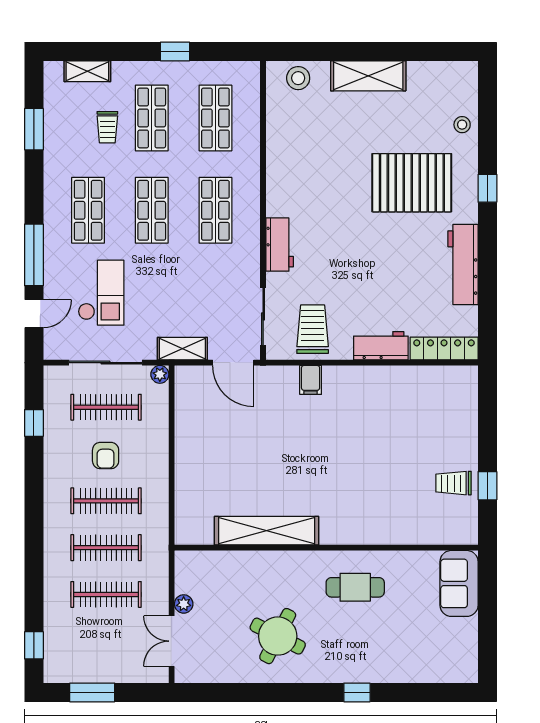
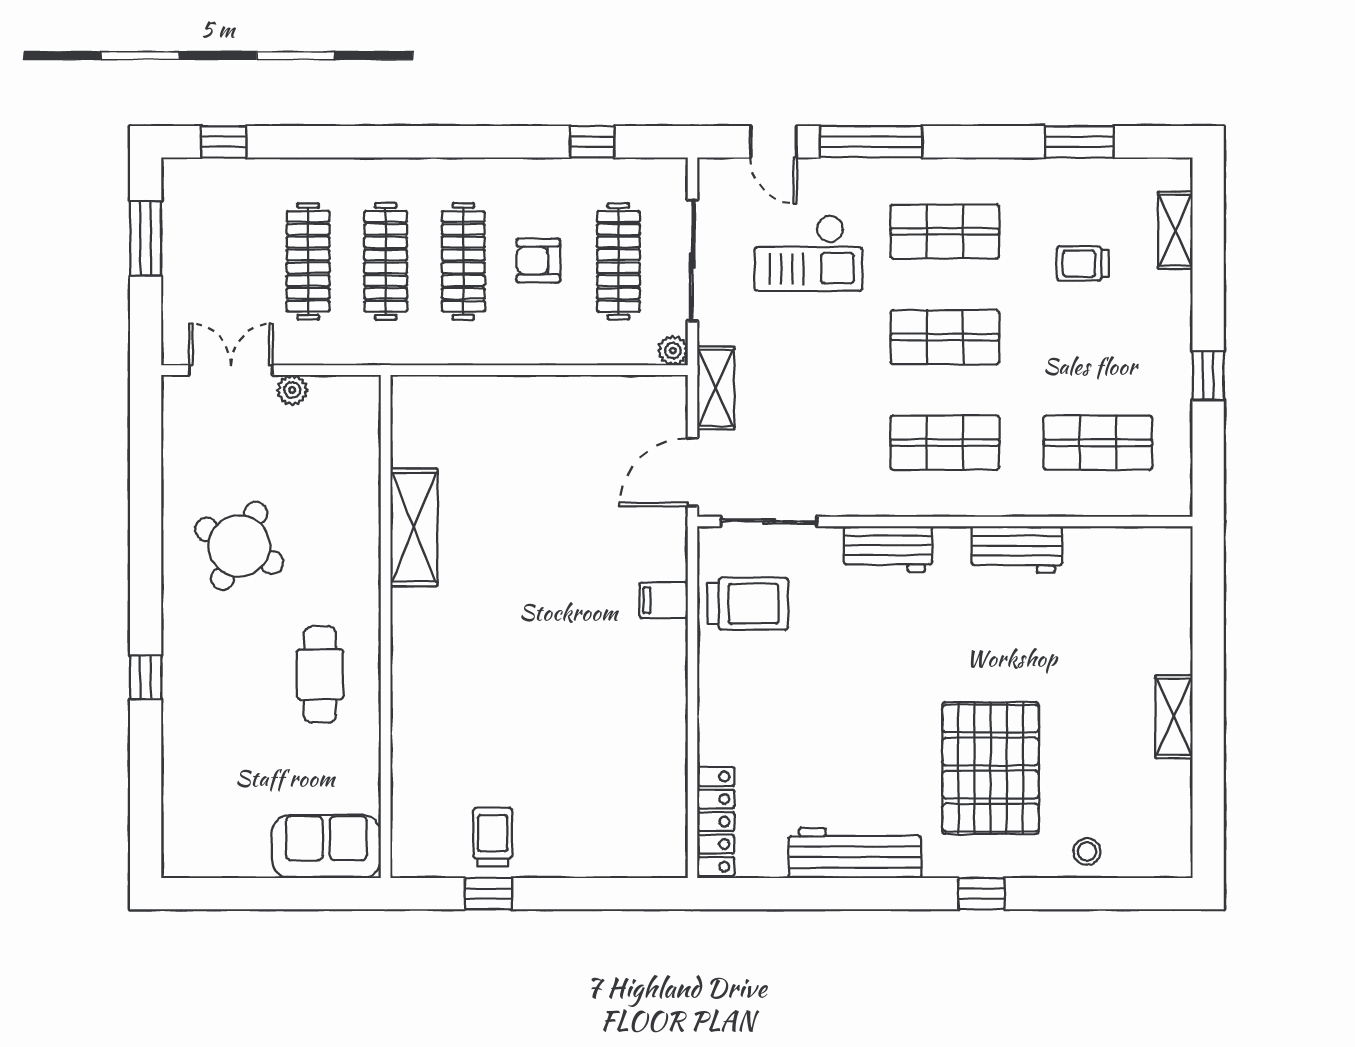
shelving: (368, 76) -> (1174, 717), width x0.67, depth x0.75
stool: (298, 78) -> (1164, 580), removed
shop shelf: (152, 118) -> (1098, 337), removed
workbench: (381, 346) -> (1017, 550), moved, turned 90
shelving: (267, 531) -> (414, 527), width x0.68

